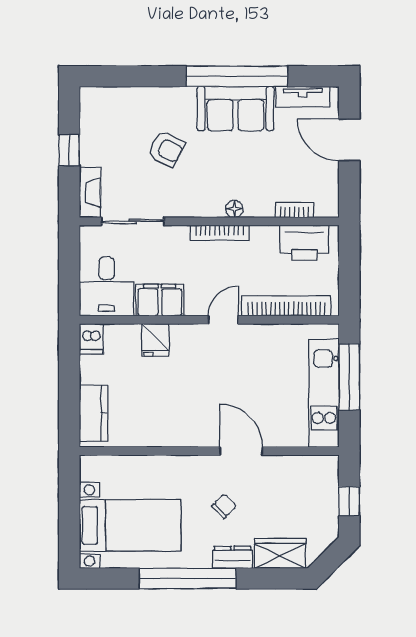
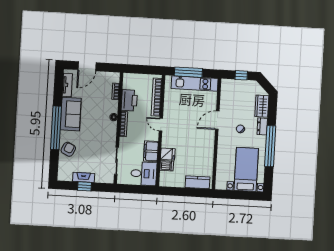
window: (237, 76) -> (56, 128), moved
armchair: (166, 149) -> (68, 149), moved
fireplace: (90, 193) -> (84, 177), moved
printer: (304, 243) -> (129, 100), moved
dishwasher: (91, 339) -> (167, 166), moved

